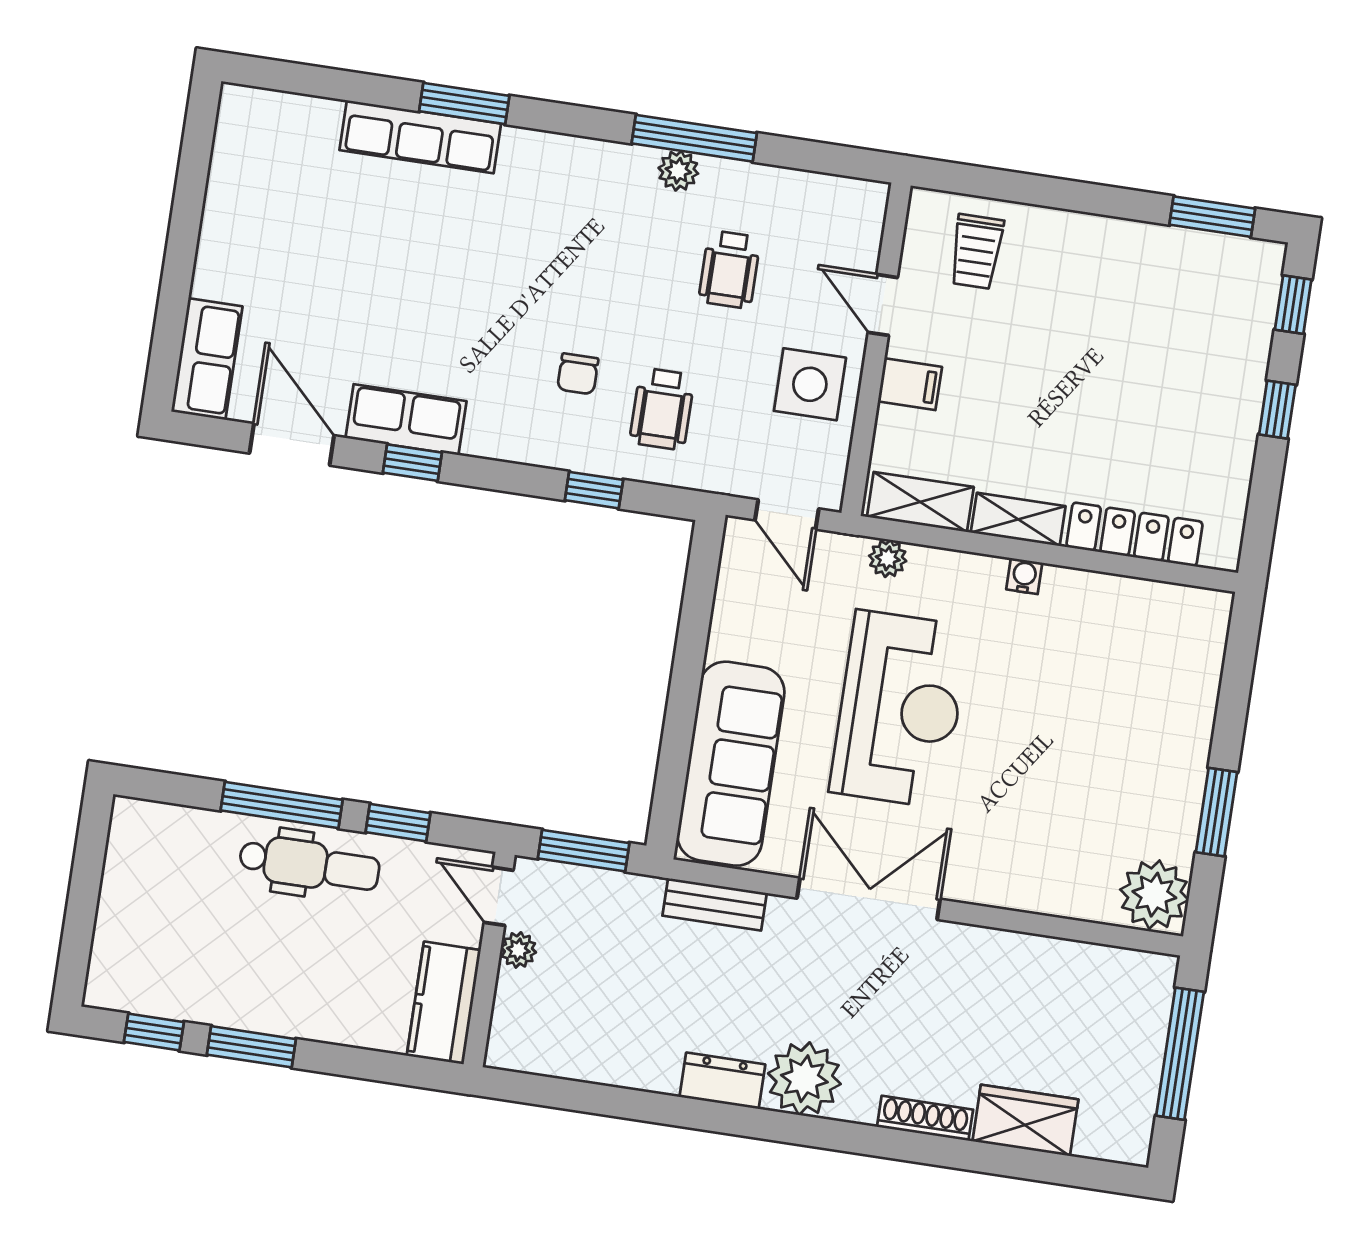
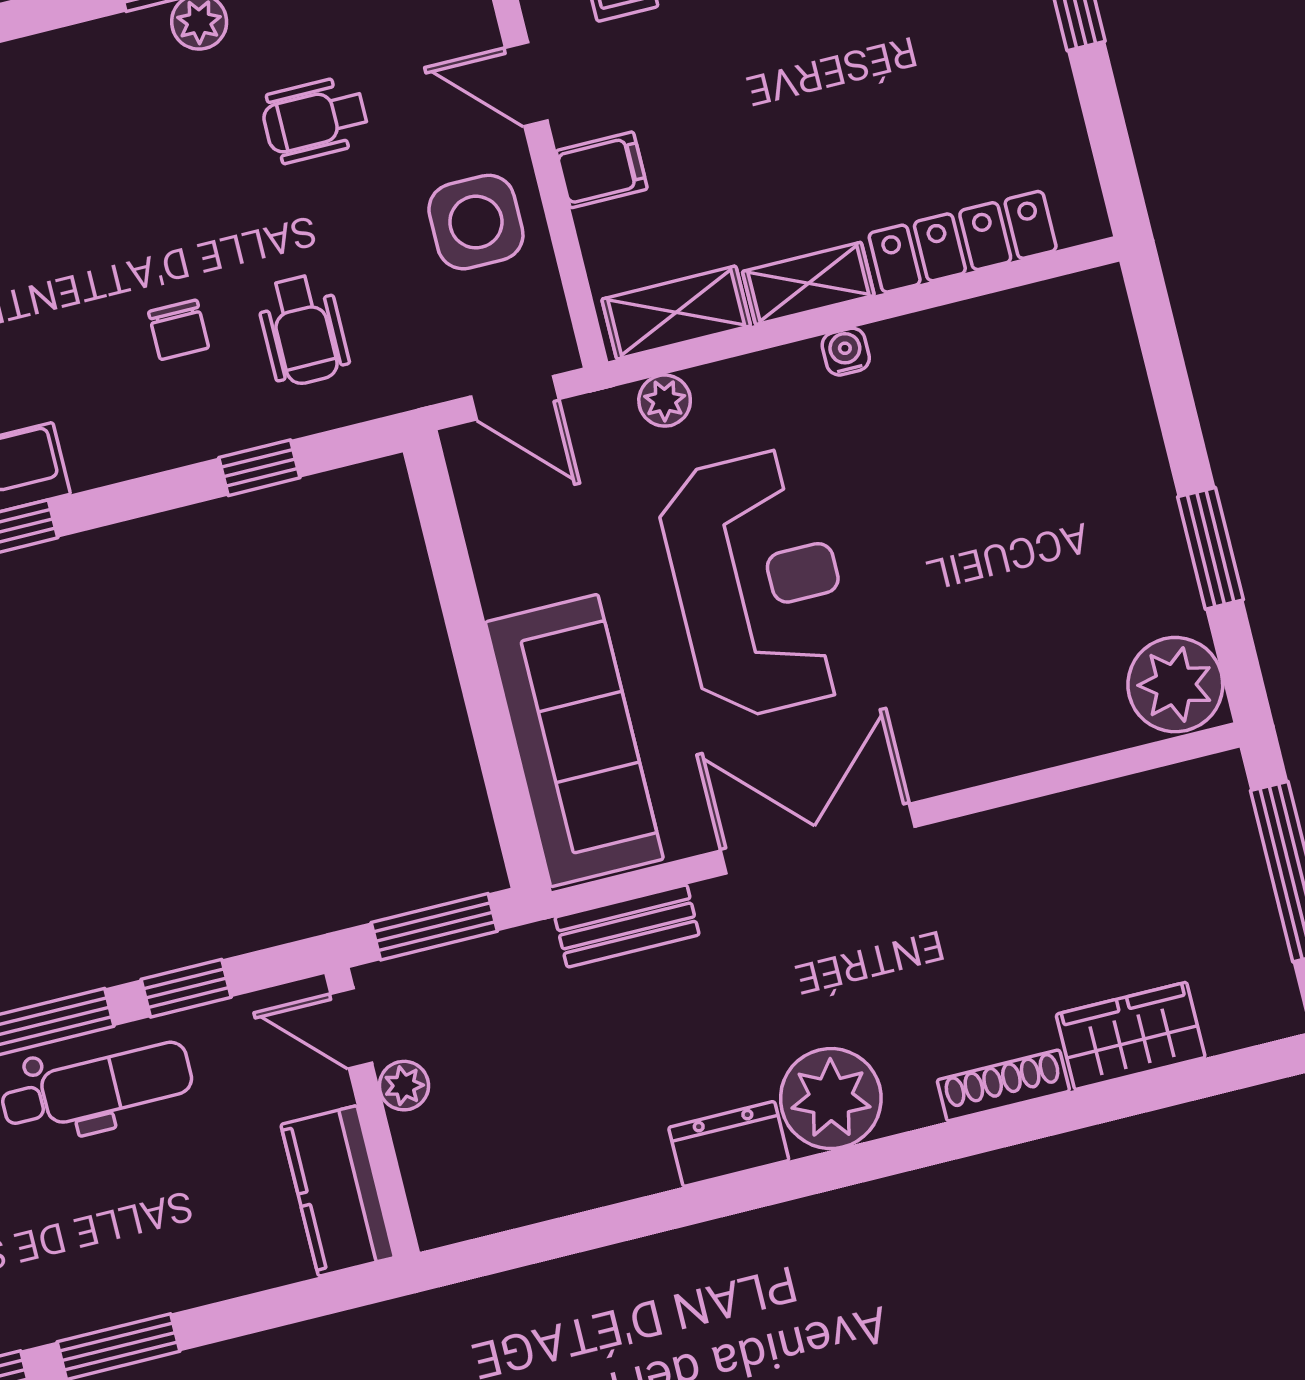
wheelchair: (730, 269) -> (315, 119), turned 90

